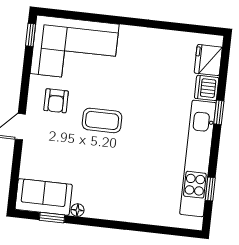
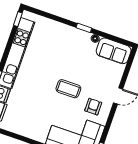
window: (210, 189) -> (18, 19), moved
window: (52, 218) -> (84, 28), moved

